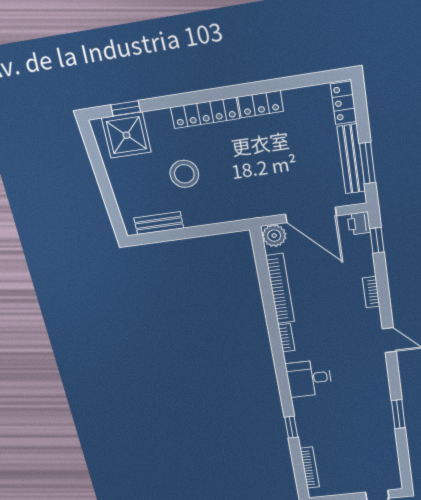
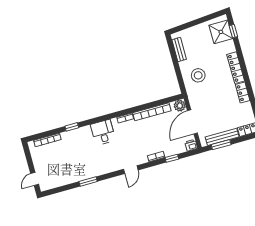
stool: (184, 174) -> (198, 75), moved
window: (377, 240) -> (172, 158), moved

